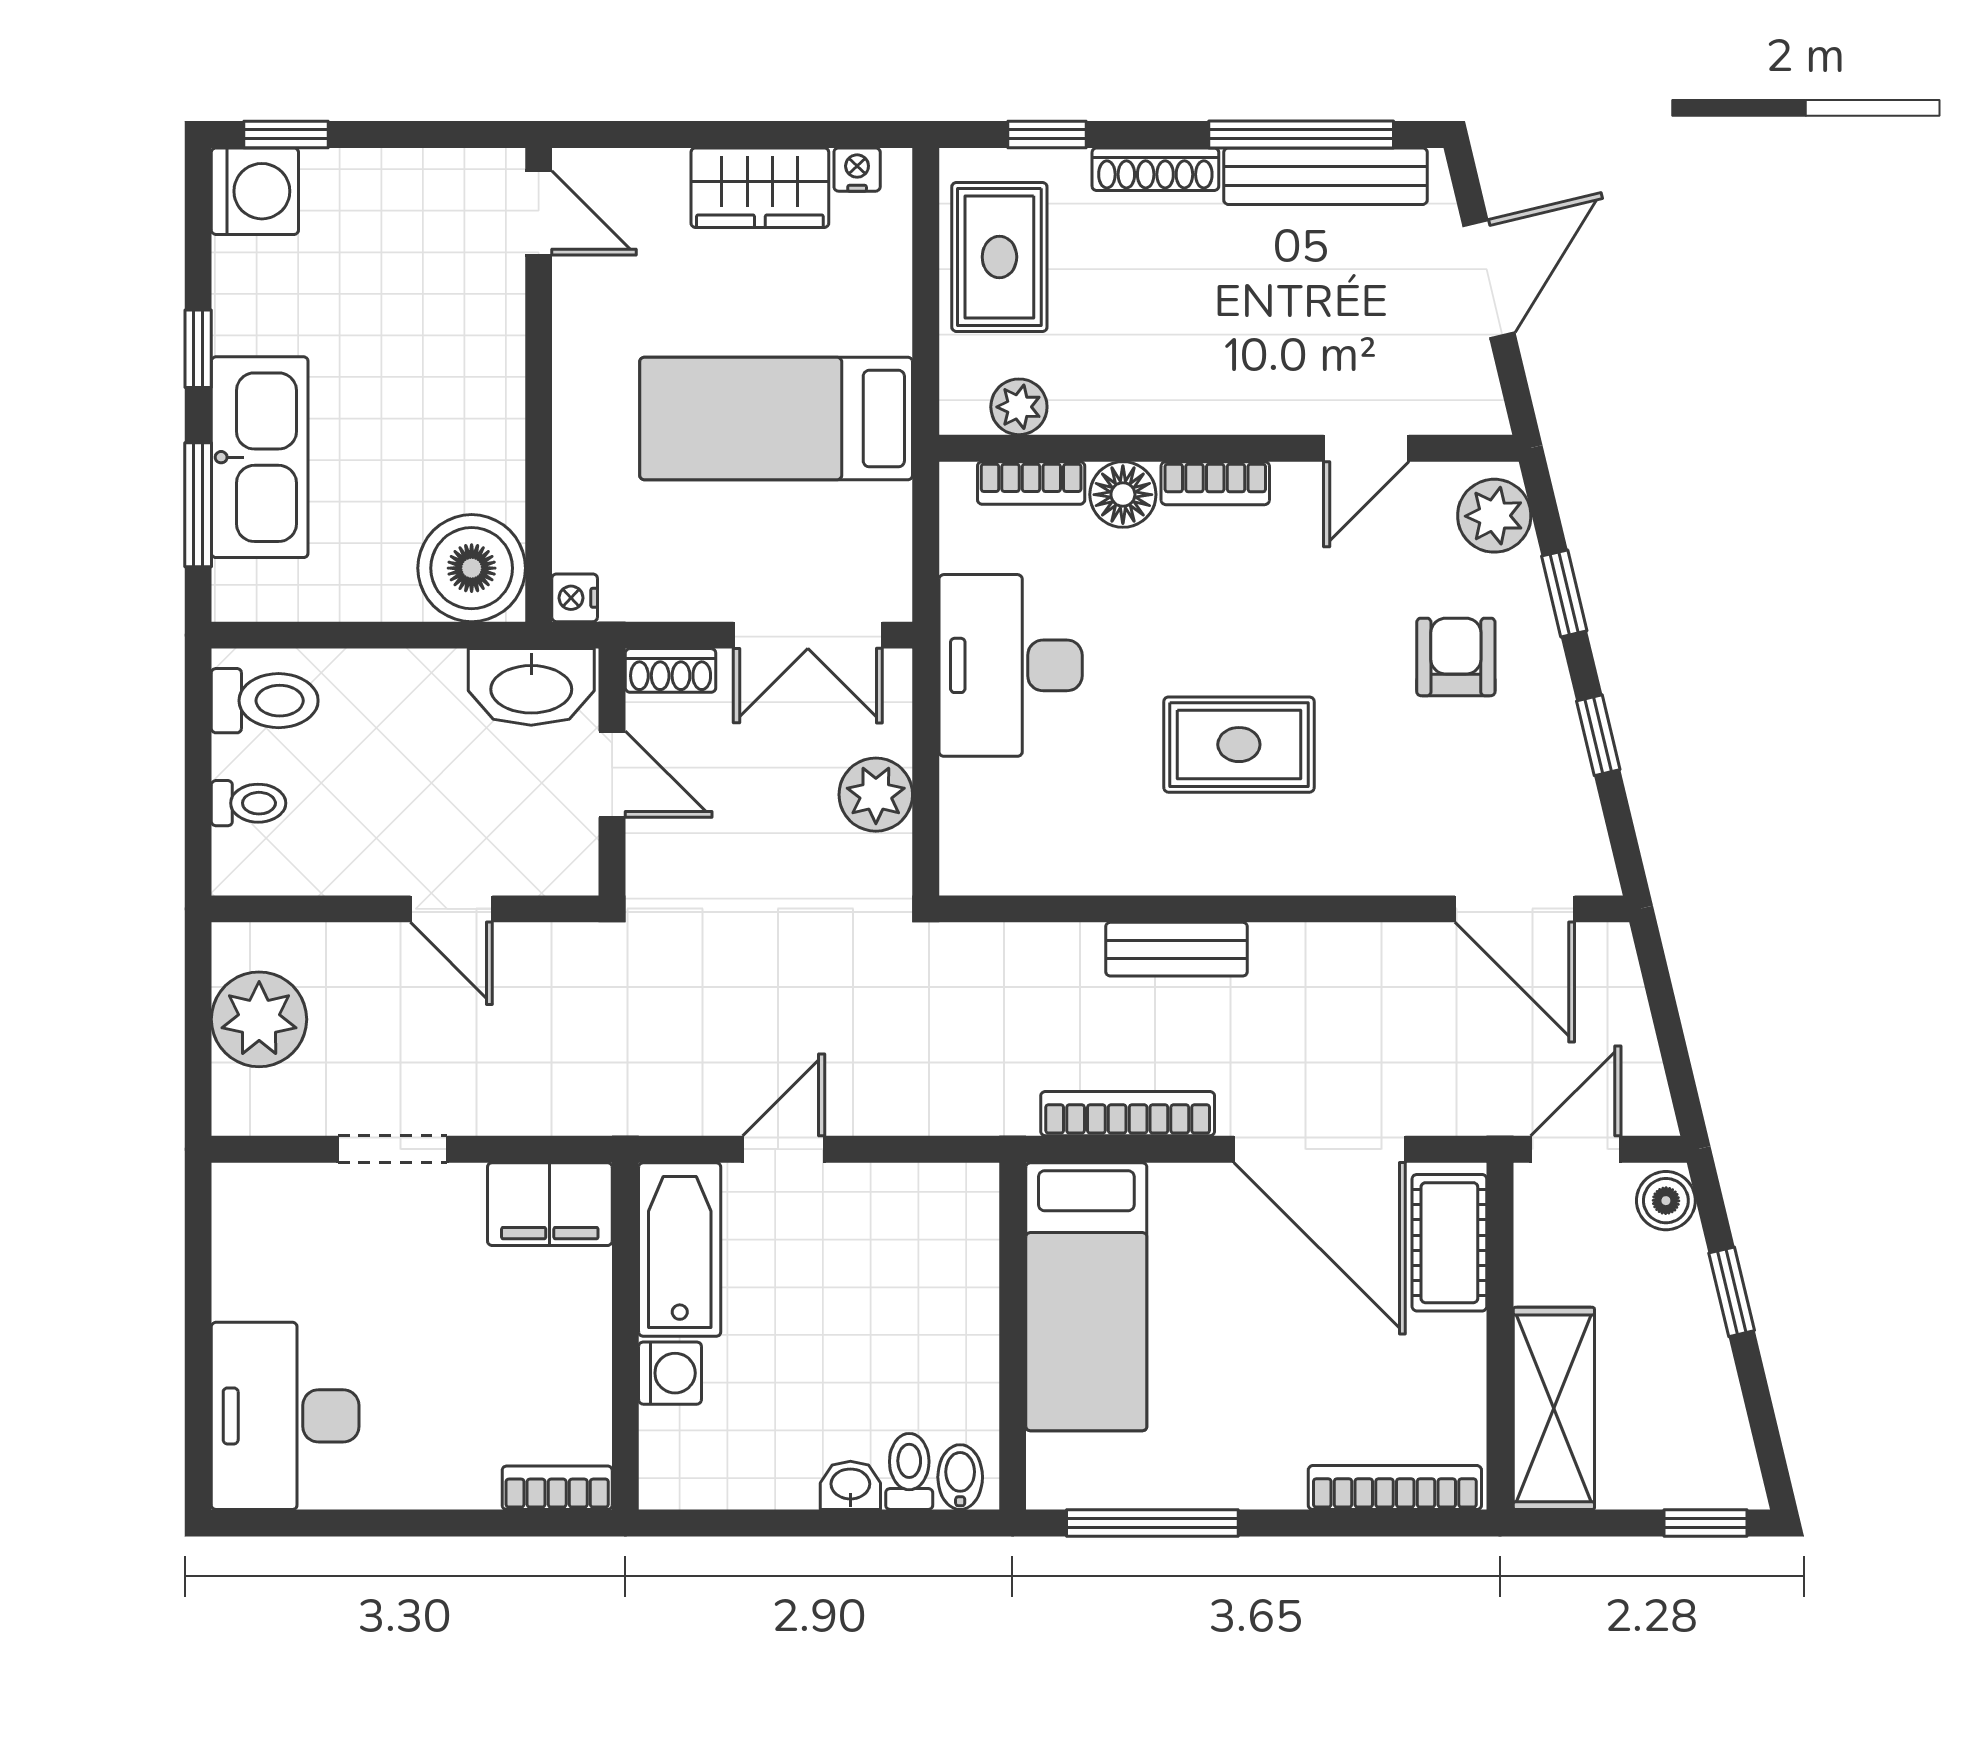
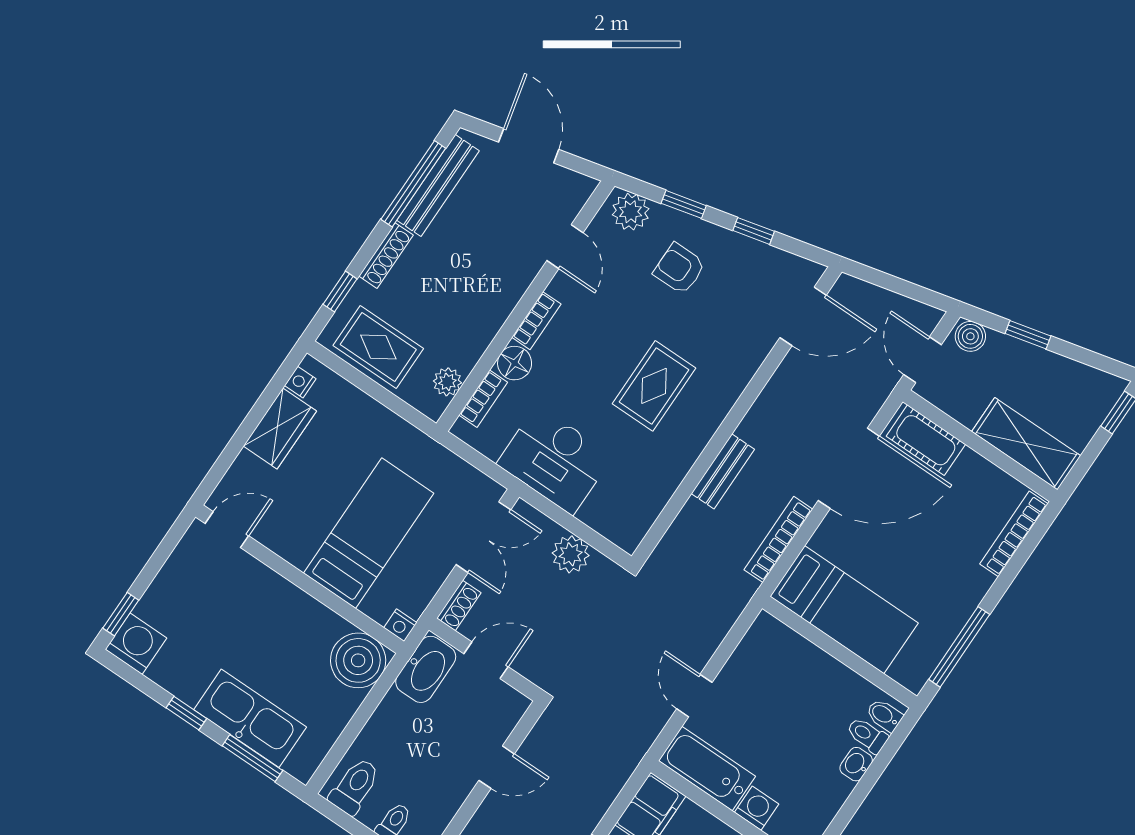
bed: (776, 419) -> (369, 533), moved, turned 180

